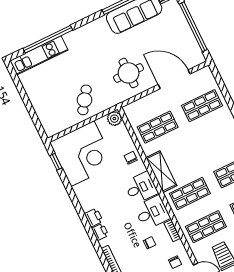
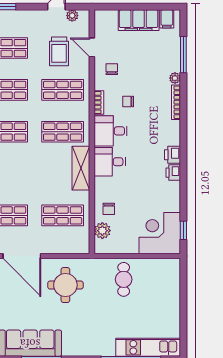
cafe table: (85, 100) -> (124, 279), turned -35
plant: (114, 119) -> (102, 231), moved
corner desk: (82, 154) -> (160, 233), width x0.74, depth x0.74
chair: (131, 158) -> (109, 209), moved
printer: (100, 232) -> (173, 173), moved

